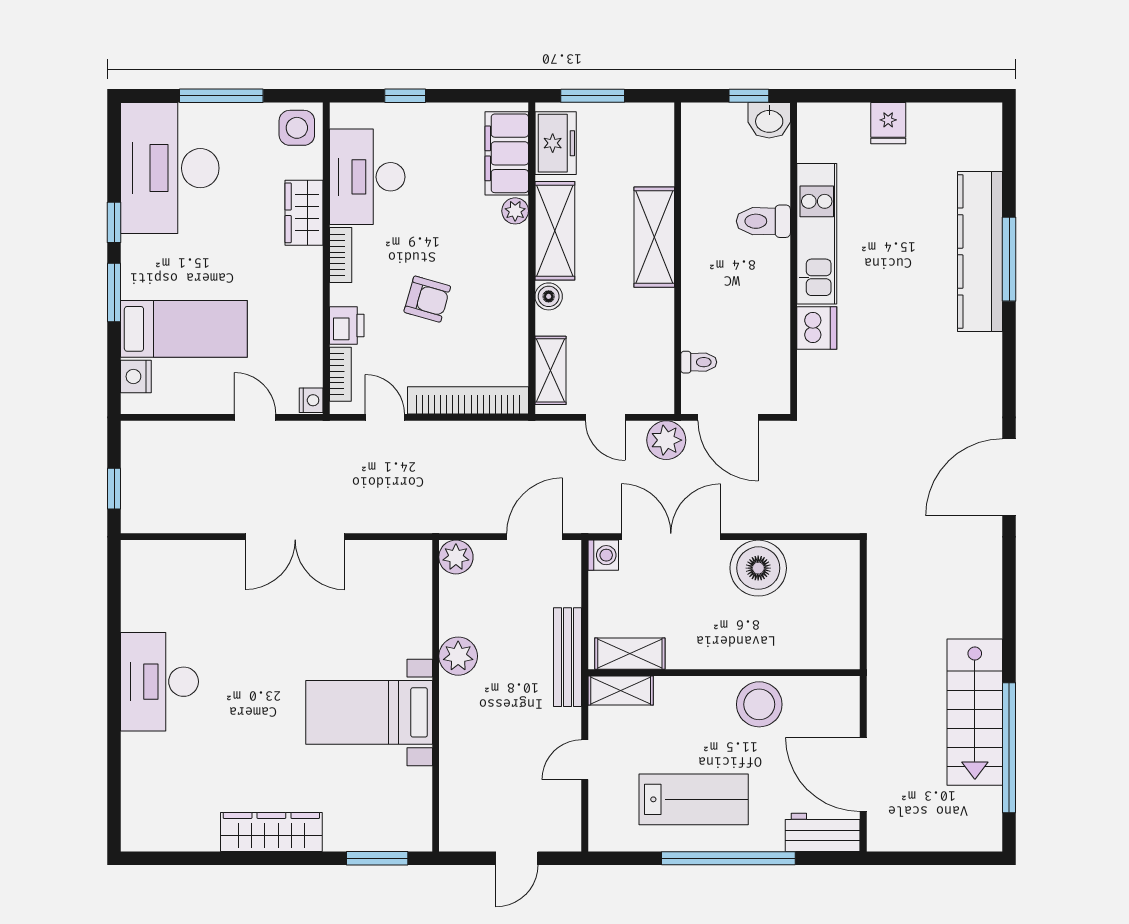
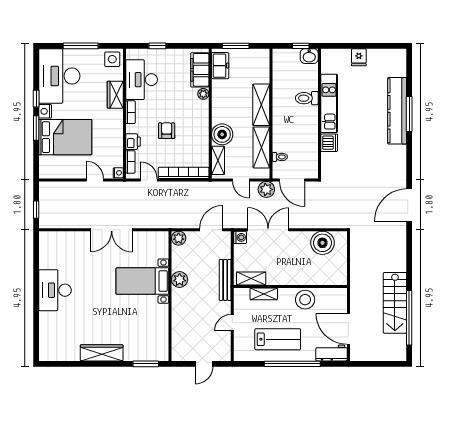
shelving: (555, 231) -> (261, 147), moved
boiler: (549, 296) -> (222, 134), width x1.86, depth x1.86
armchair: (427, 299) -> (167, 131), turned -106
bed: (184, 329) -> (65, 137), width x1.50
nightstand: (136, 376) -> (45, 111), moved
boiler: (758, 568) -> (322, 243), moved
shelving: (621, 691) -> (264, 294), moved
bed with nightstands: (369, 712) -> (142, 281), moved

